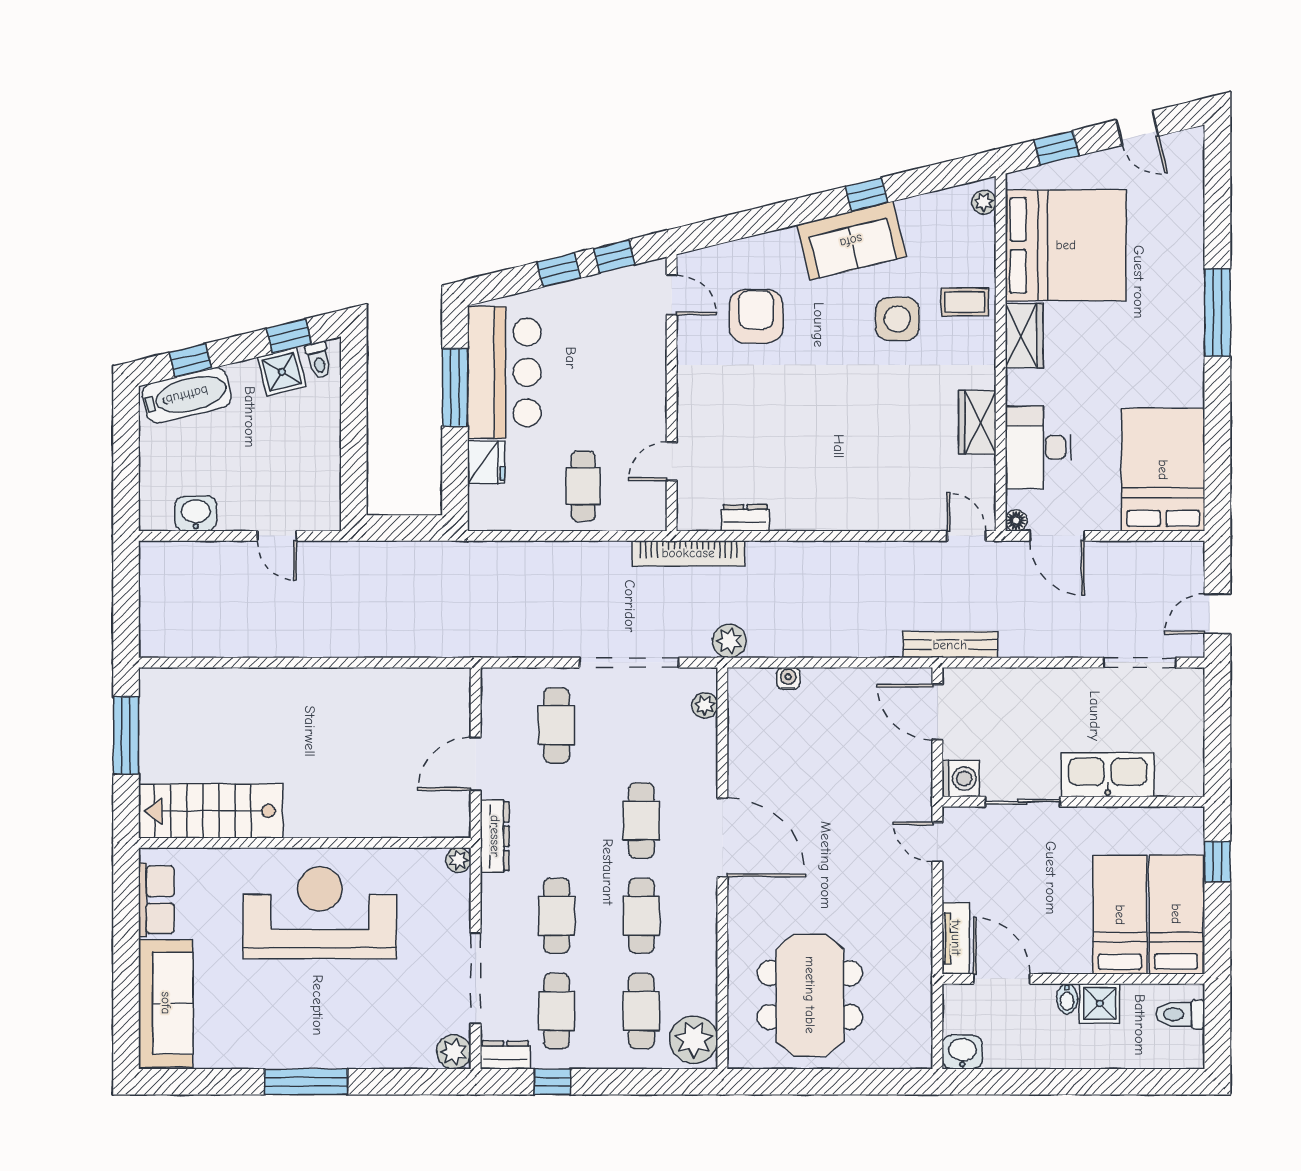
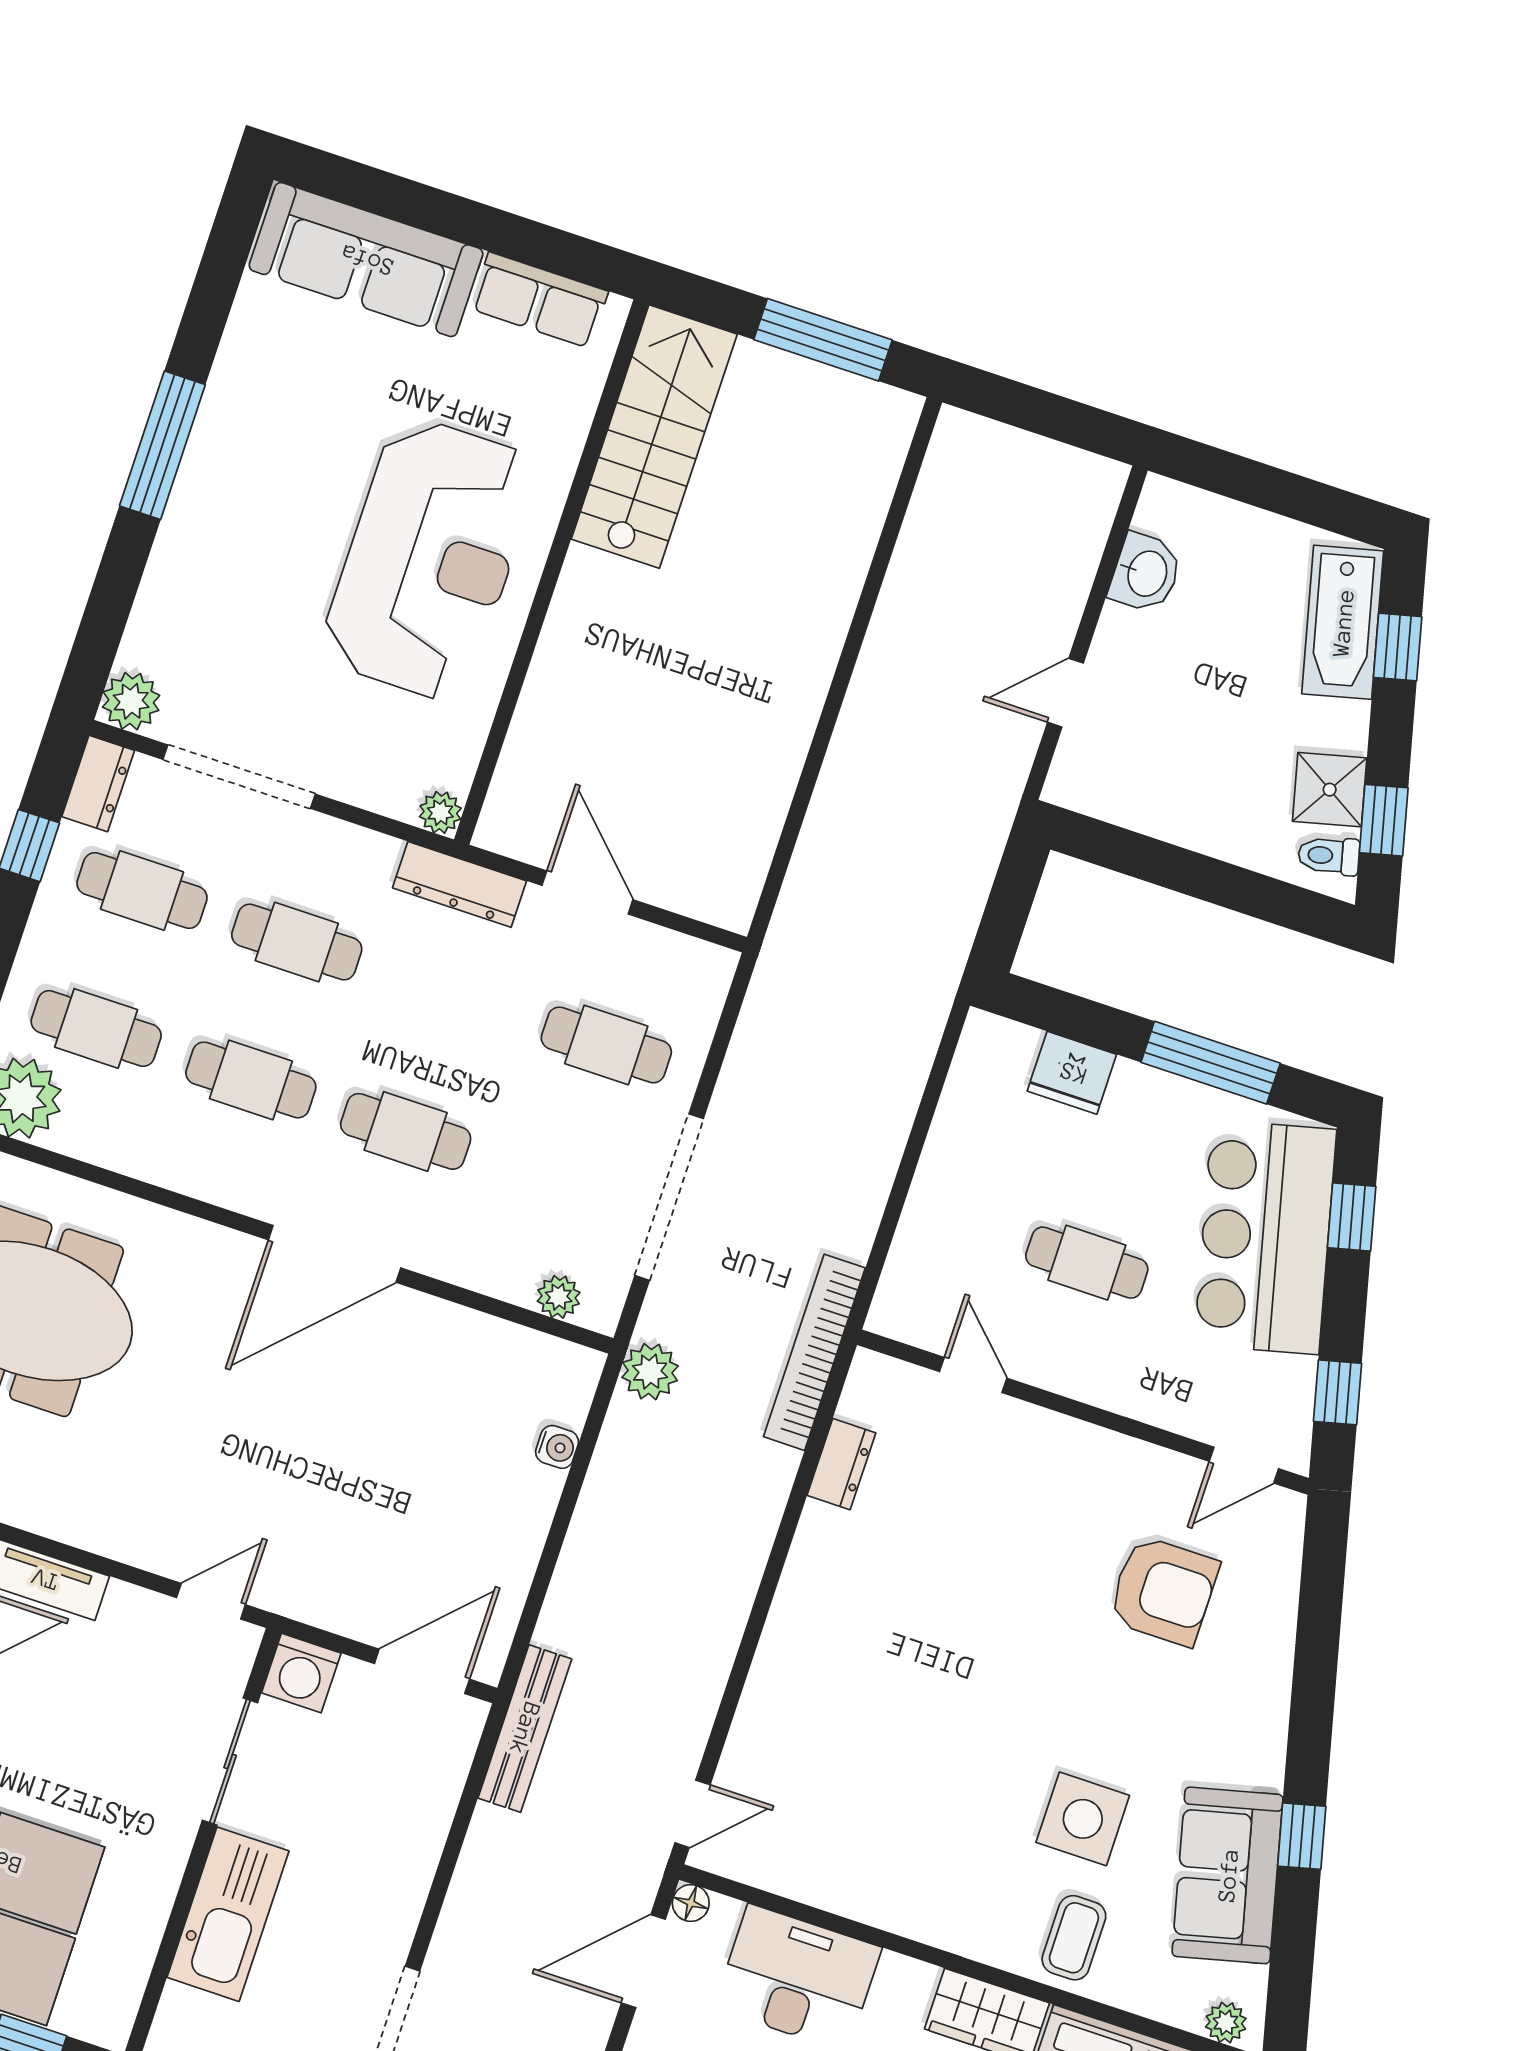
sofa: (851, 241) -> (1228, 1875), moved
window: (559, 270) -> (1352, 1217), moved
bar counter: (504, 372) -> (1265, 1237), moved, turned 76
wardrobe: (977, 422) -> (872, 1893), removed
cafe table: (583, 486) -> (1087, 1263), moved

